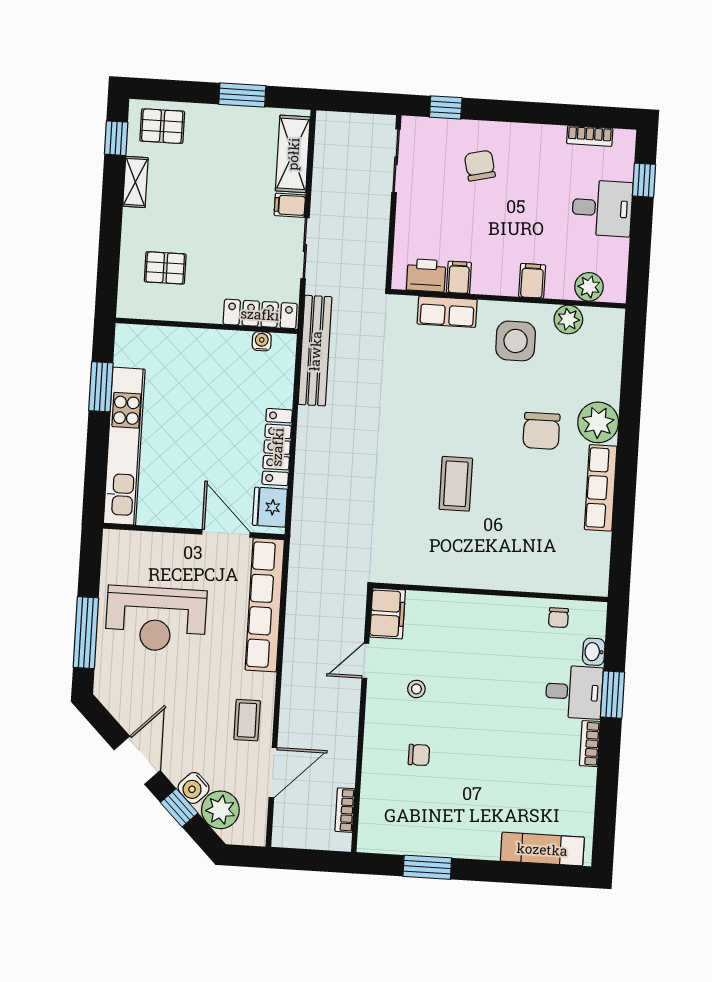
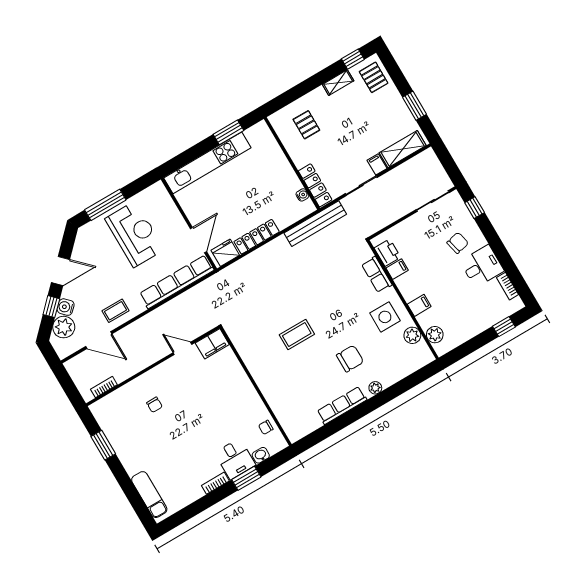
desk: (602, 208) -> (482, 266), moved, turned -90
plant: (598, 422) -> (375, 388), width x0.53, depth x0.53
chair: (541, 431) -> (350, 359), turned 180
reception desk: (156, 619) -> (135, 234), turned 180
stool: (416, 689) -> (185, 382), removed

